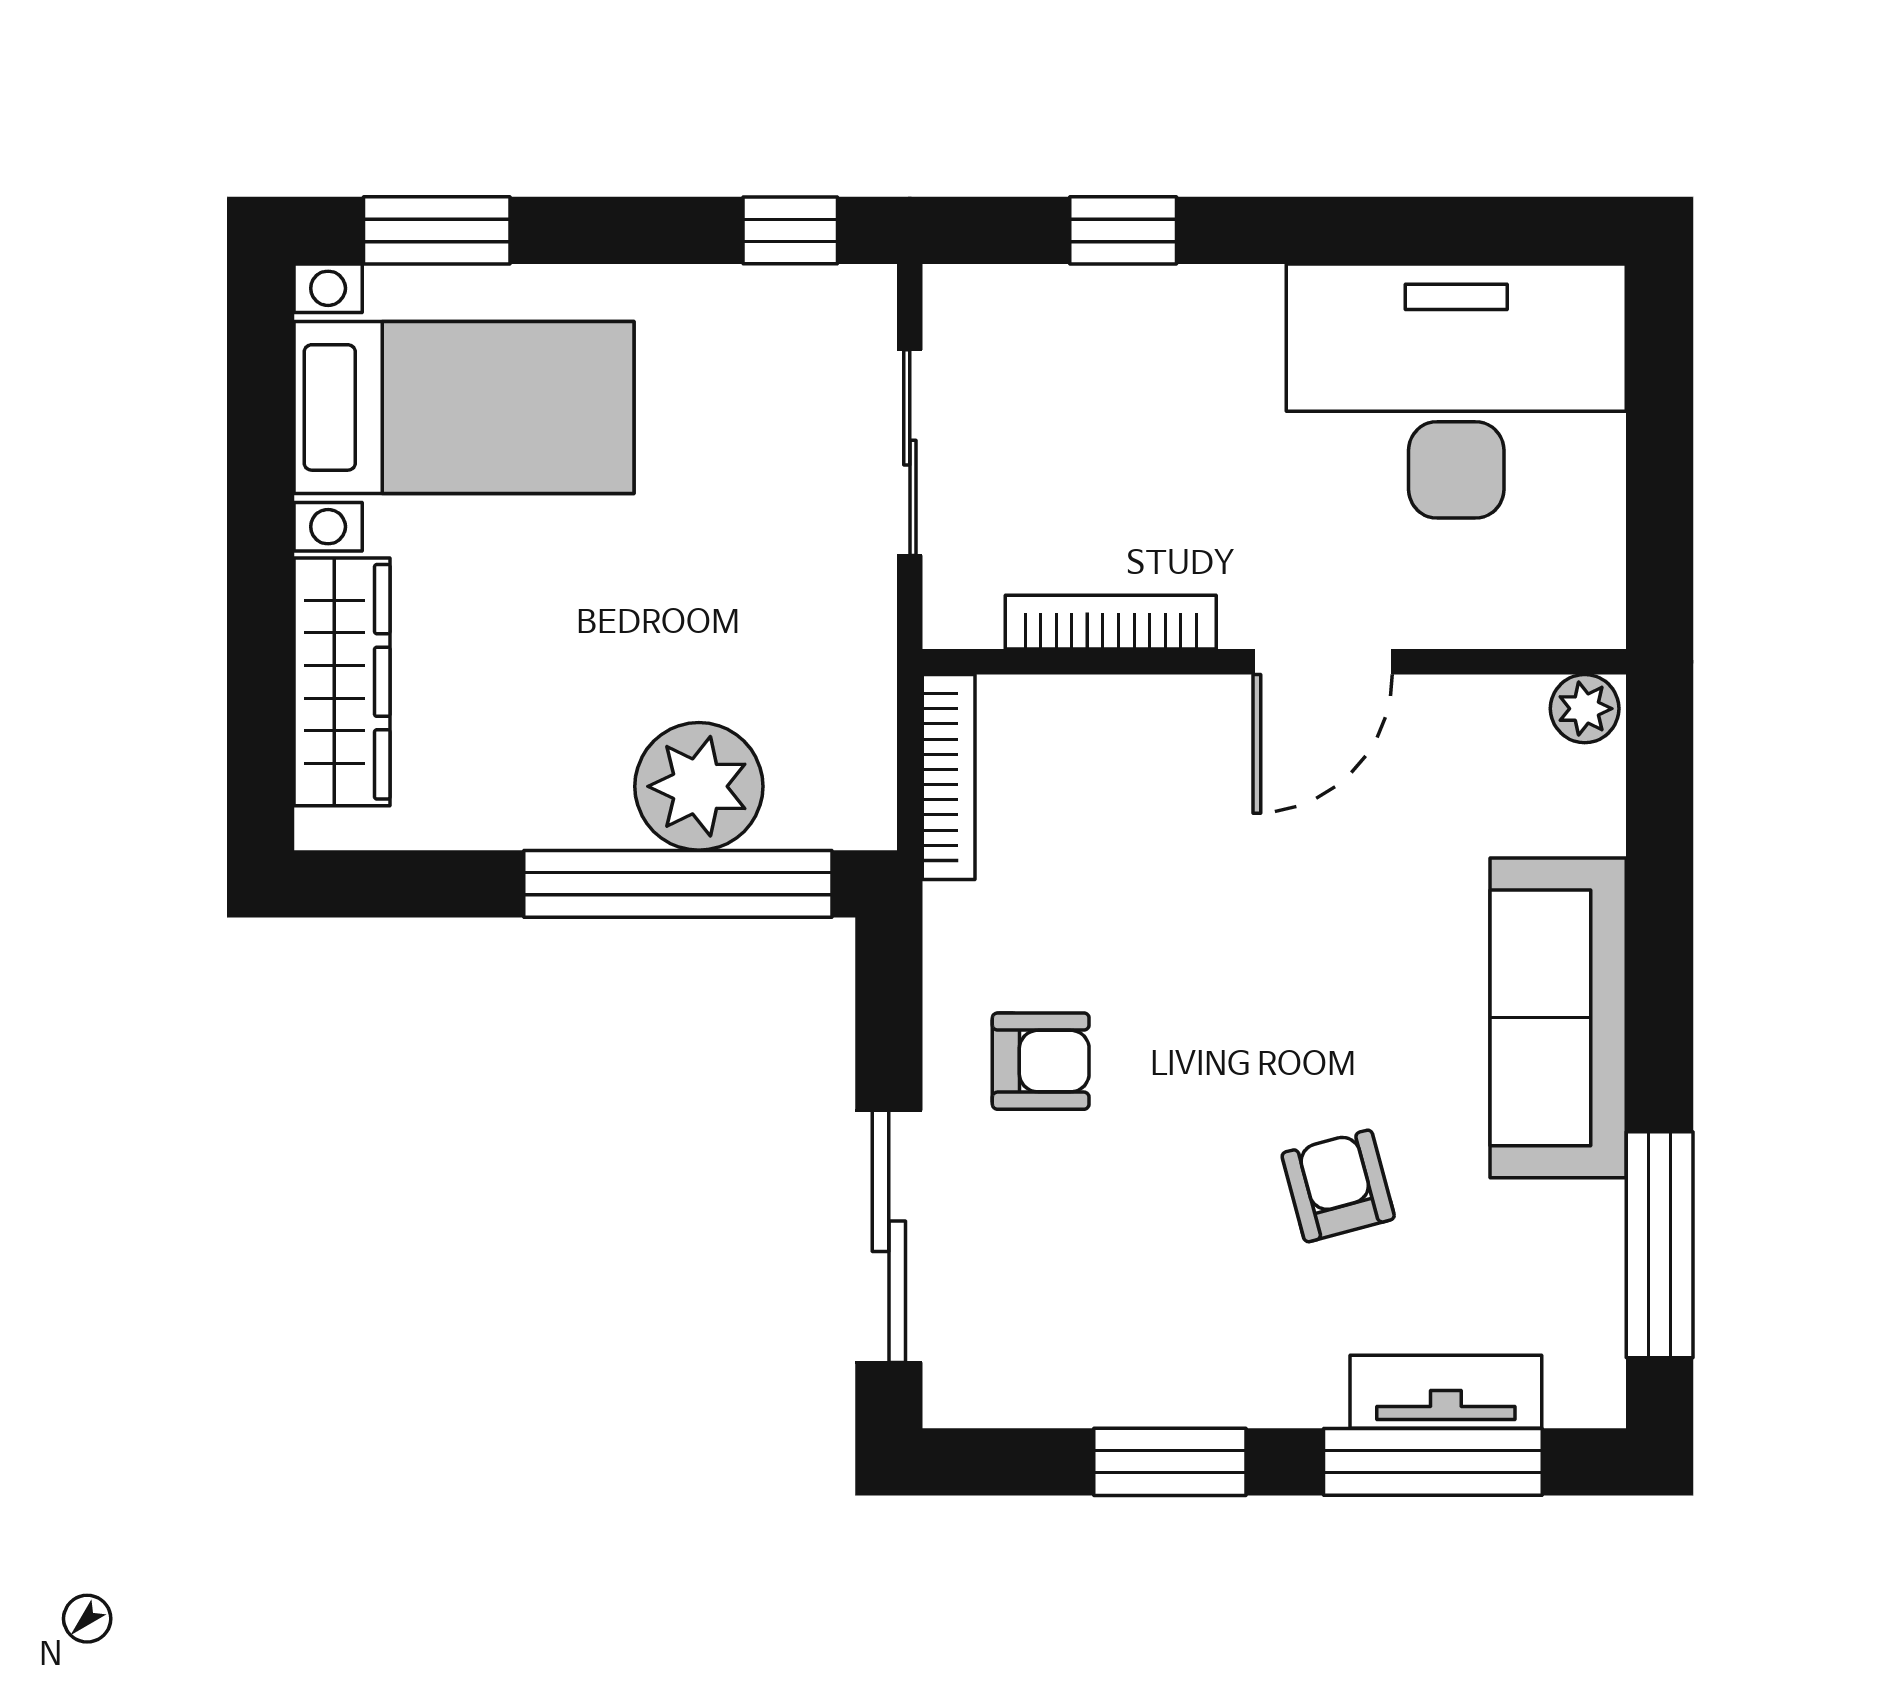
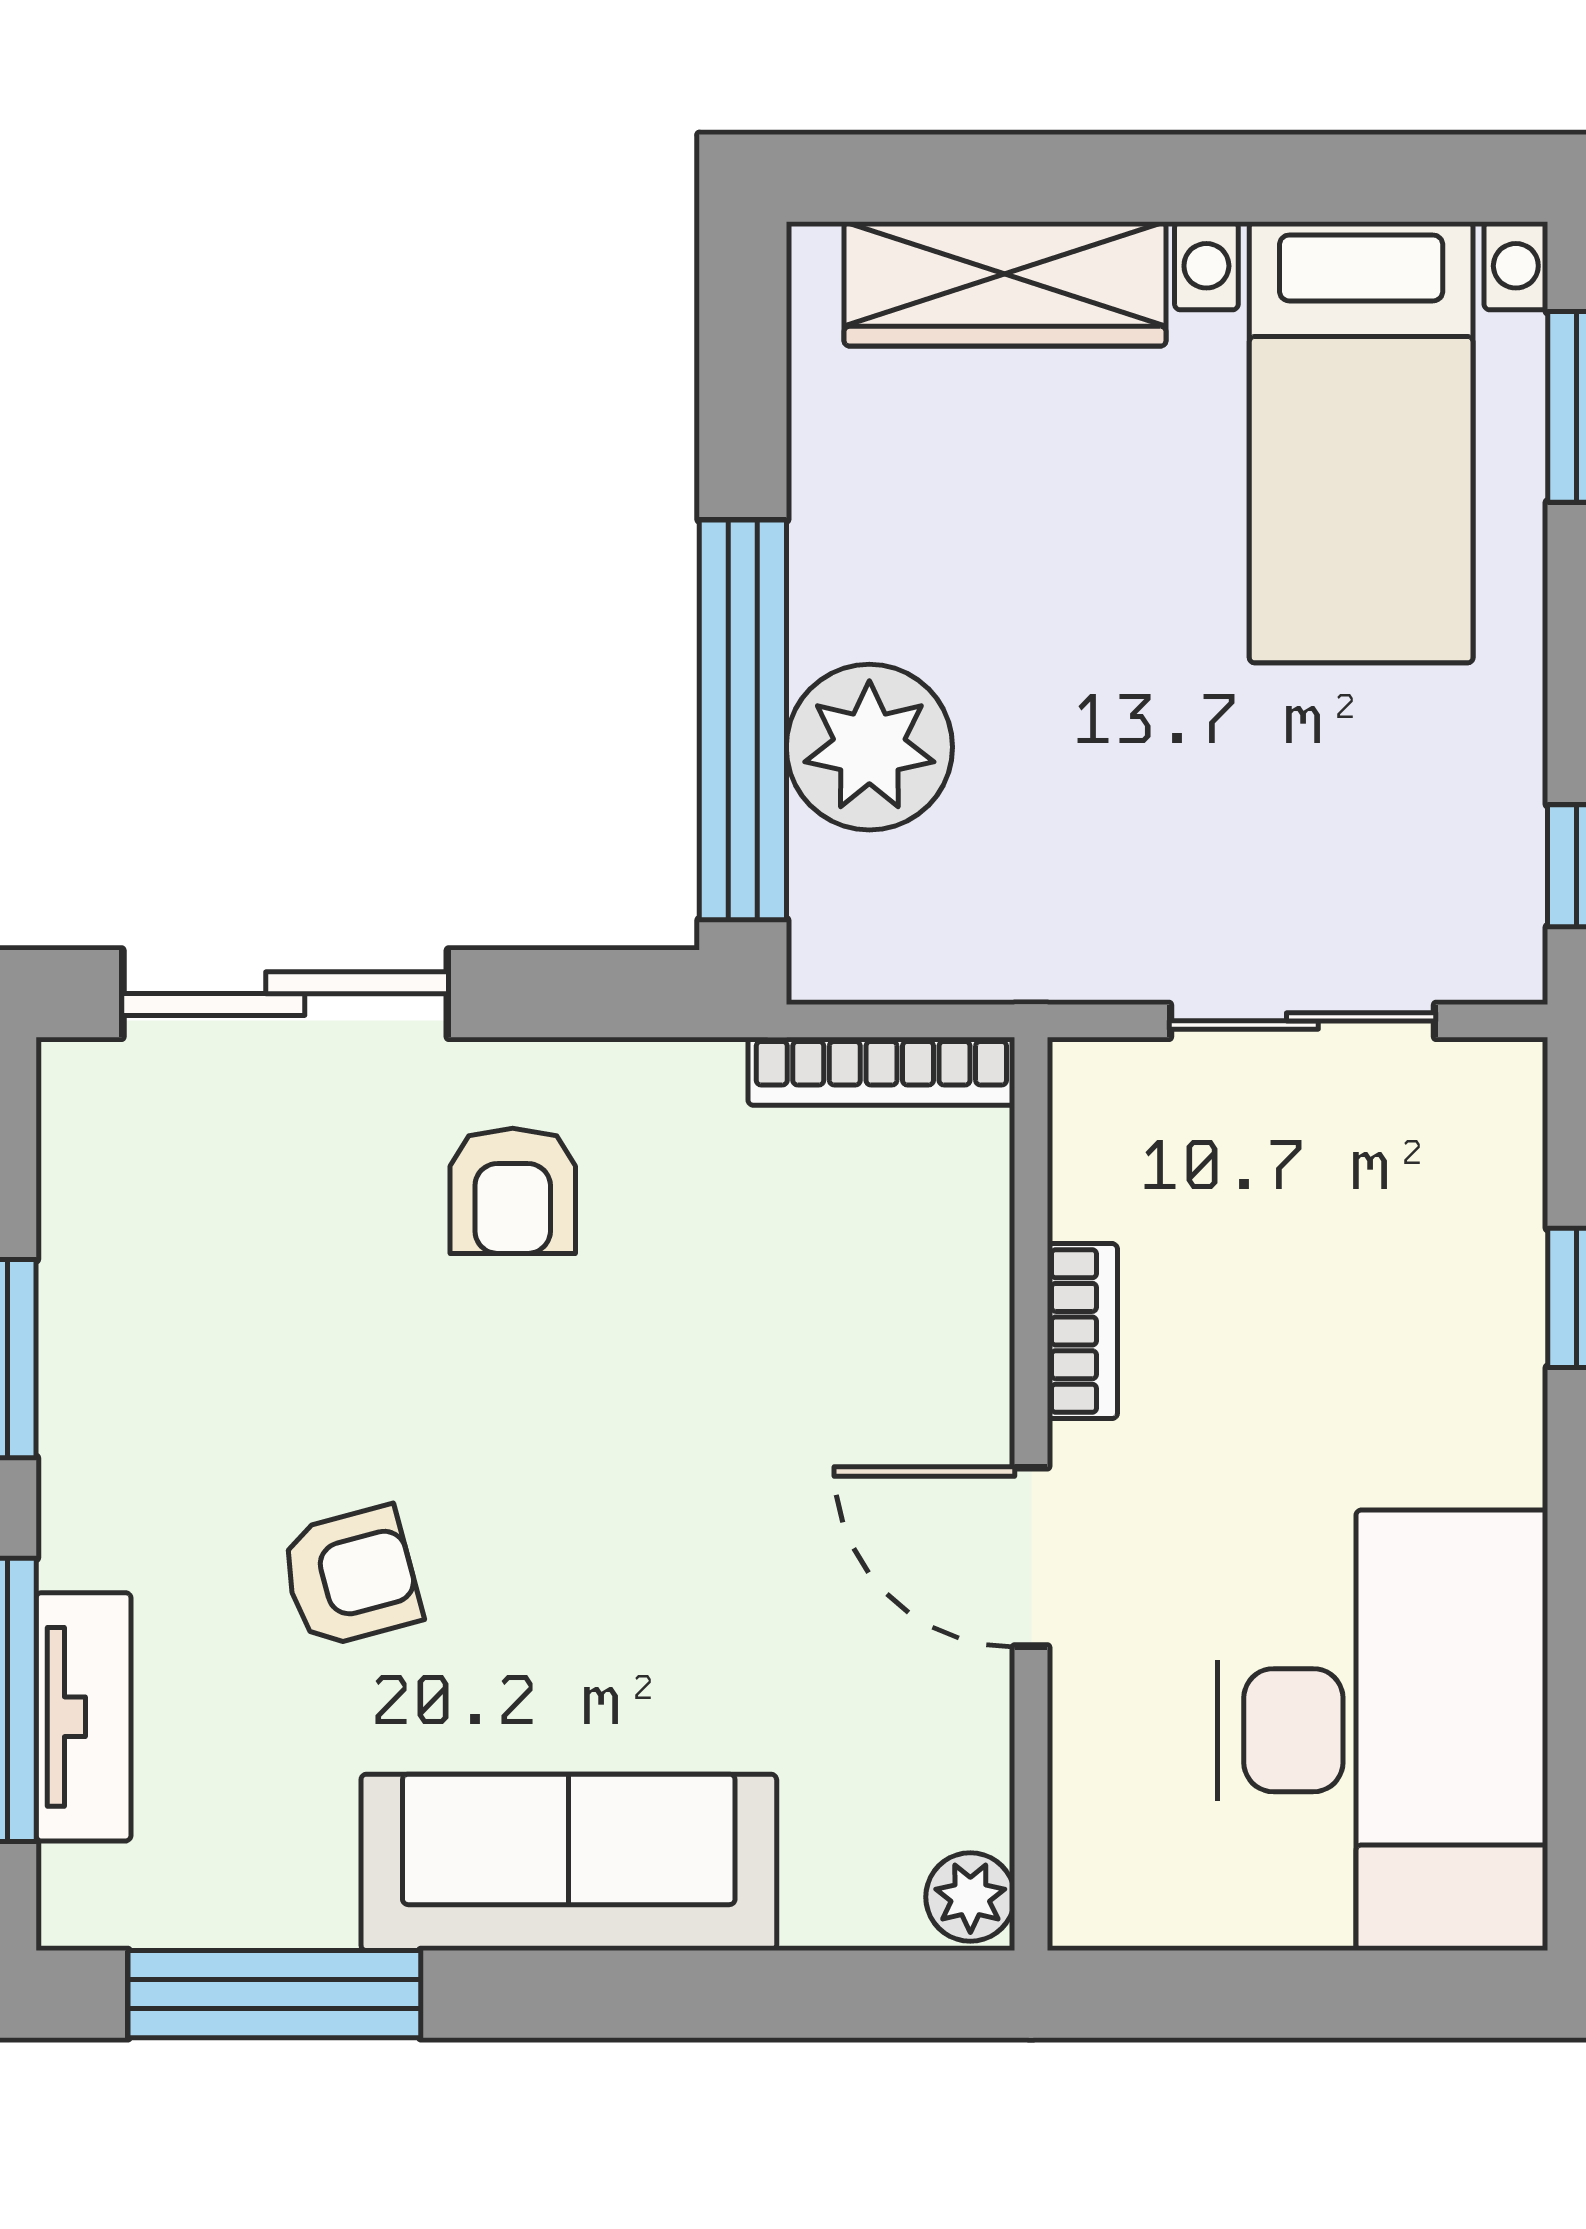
bookcase: (1111, 622) -> (1082, 1331), width x0.64

